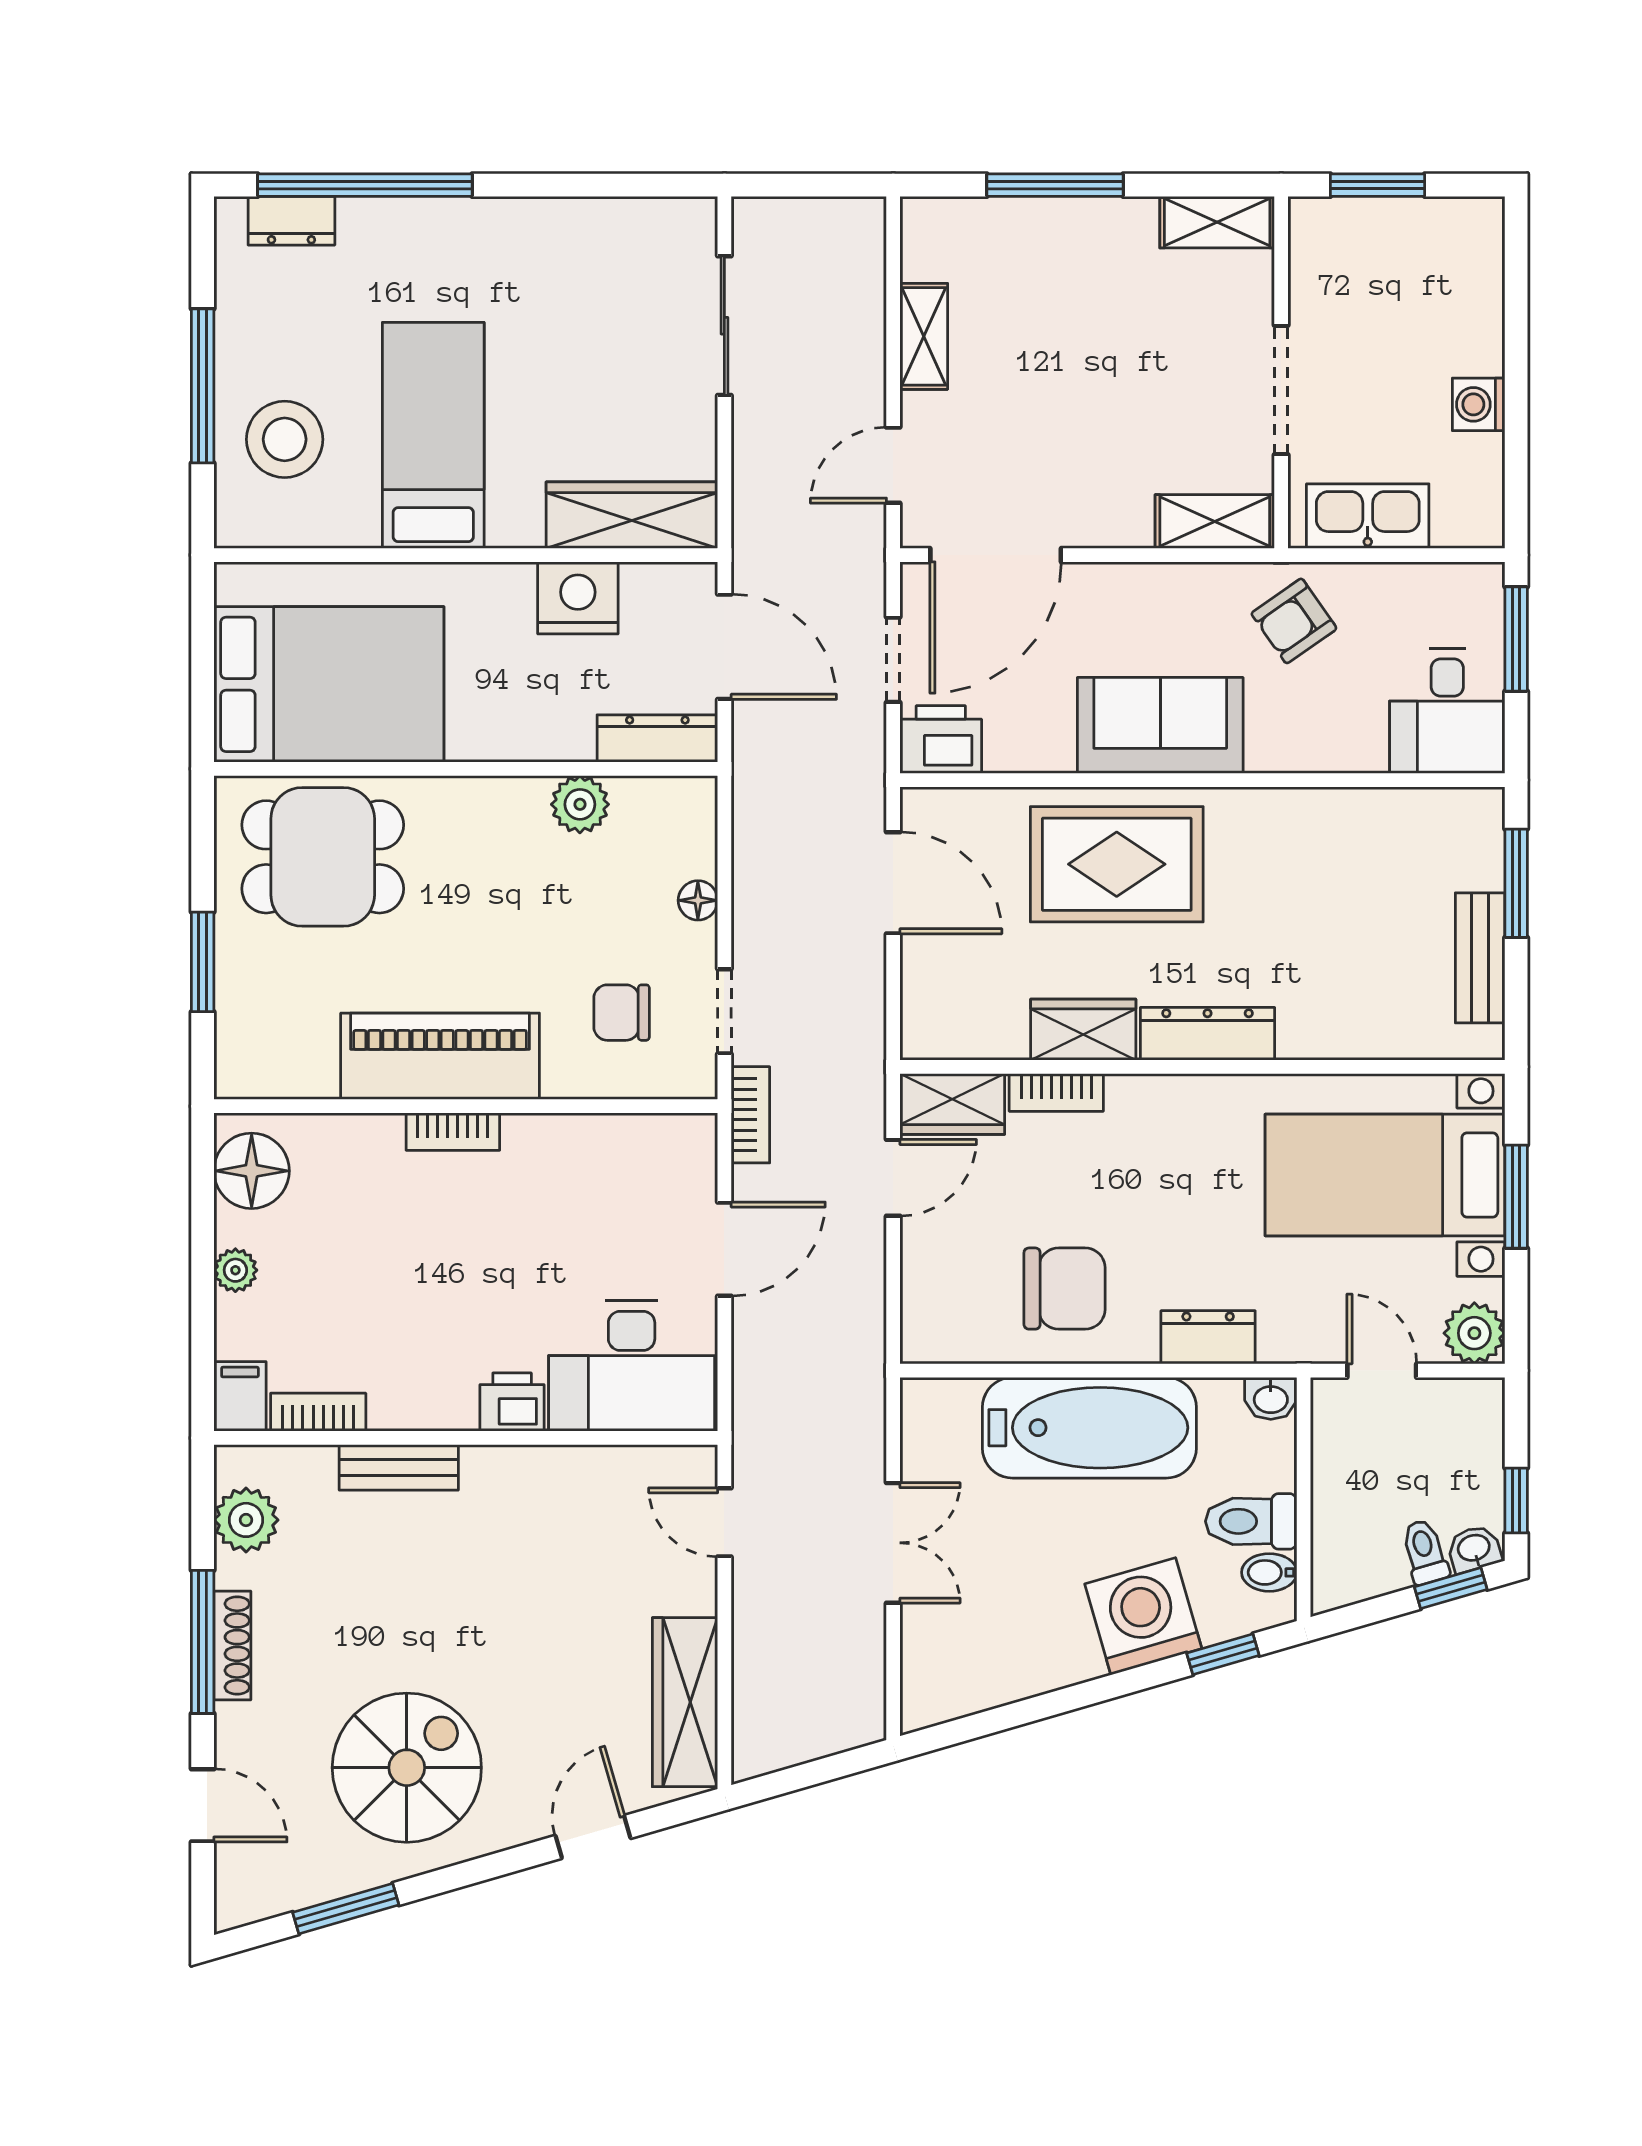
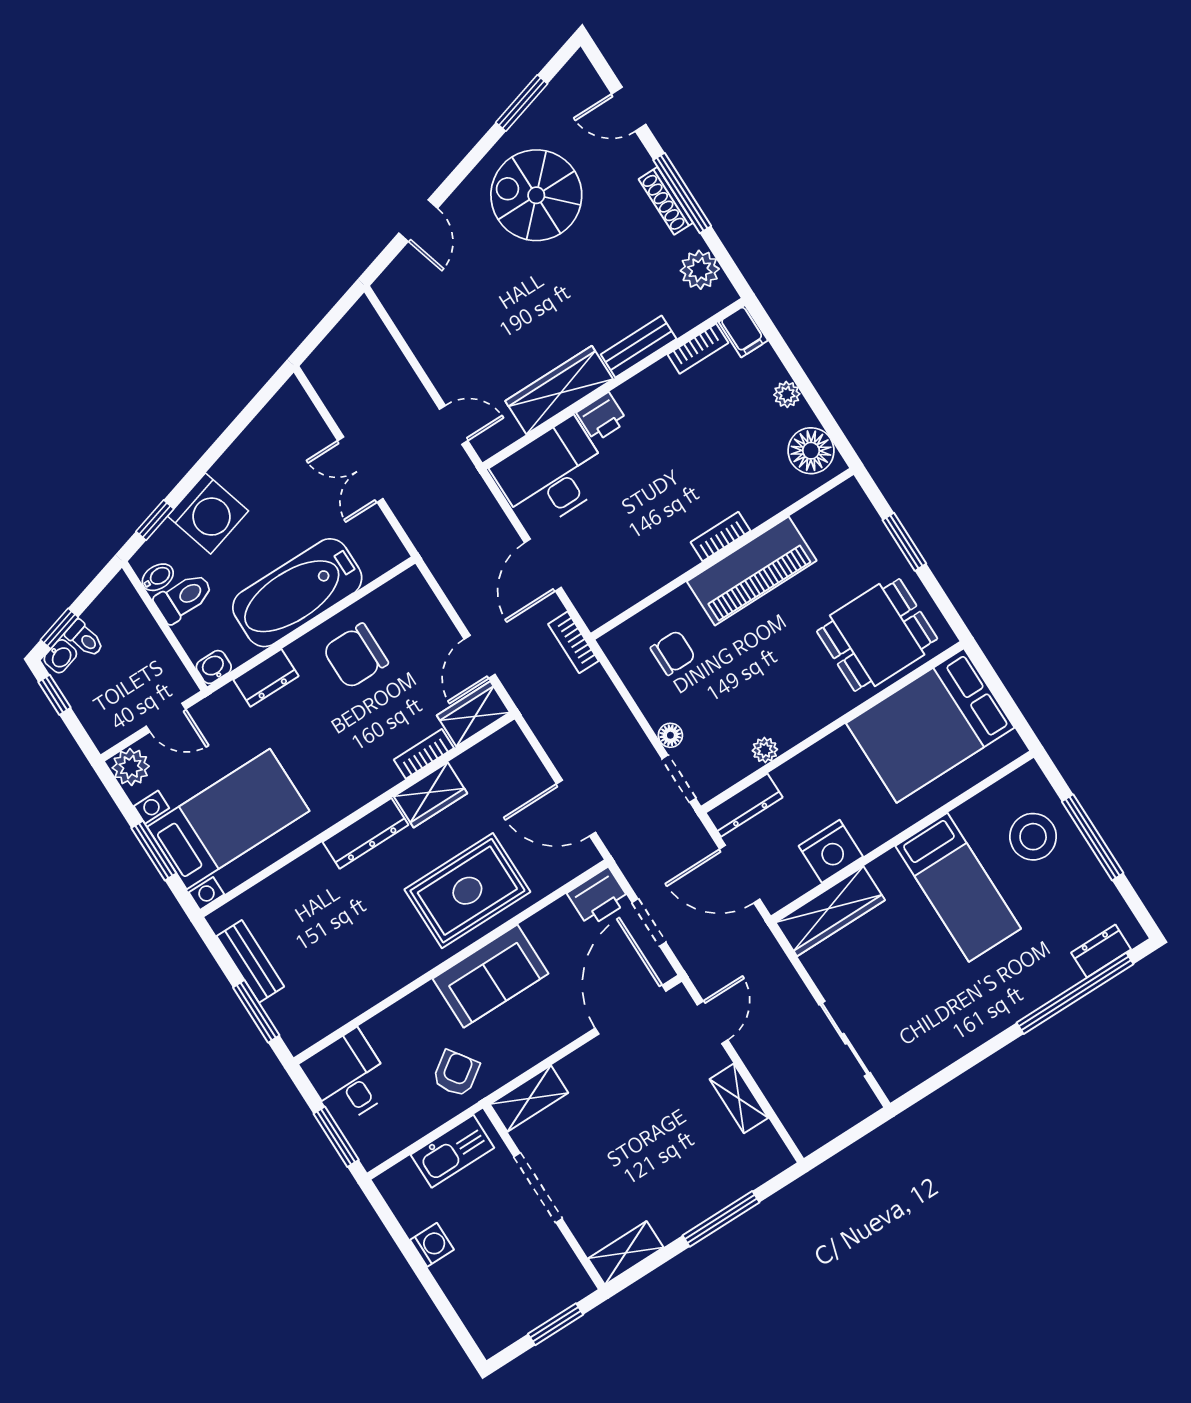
plant: (580, 804) -> (765, 750), width x0.73, depth x0.73
doorway: (724, 1011) -> (679, 779), moved
wardrobe: (685, 1702) -> (559, 390), moved, turned -90
spiral stairs: (407, 1768) -> (536, 195), turned 90

